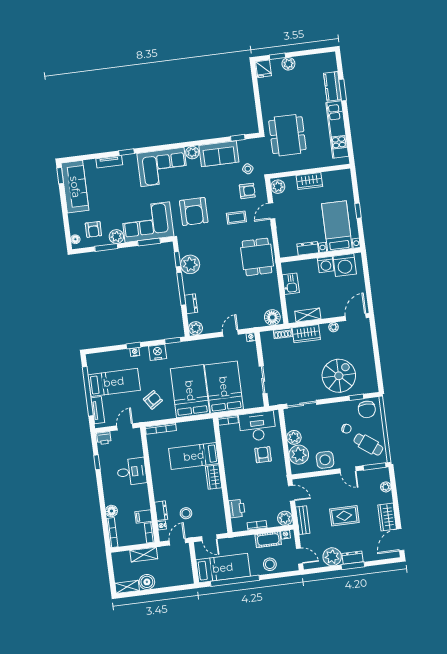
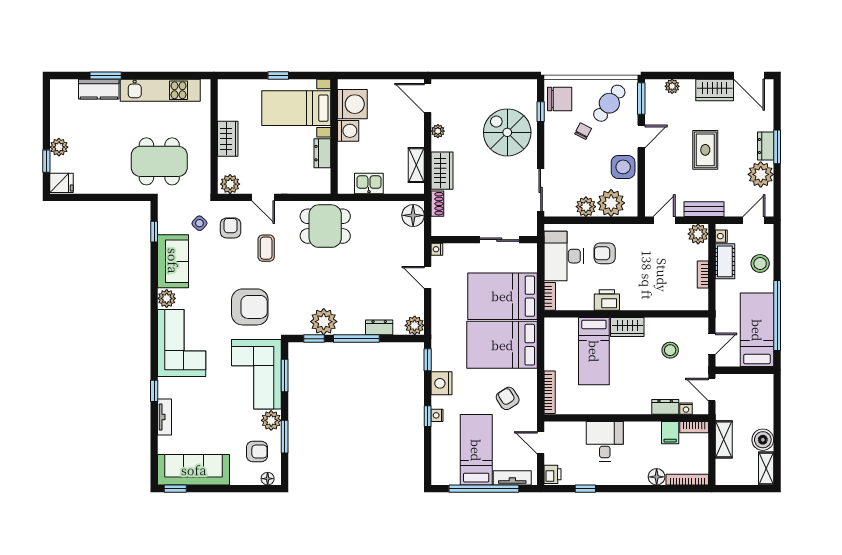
printer: (237, 509) -> (607, 300), moved
stool: (186, 513) -> (670, 350), moved

